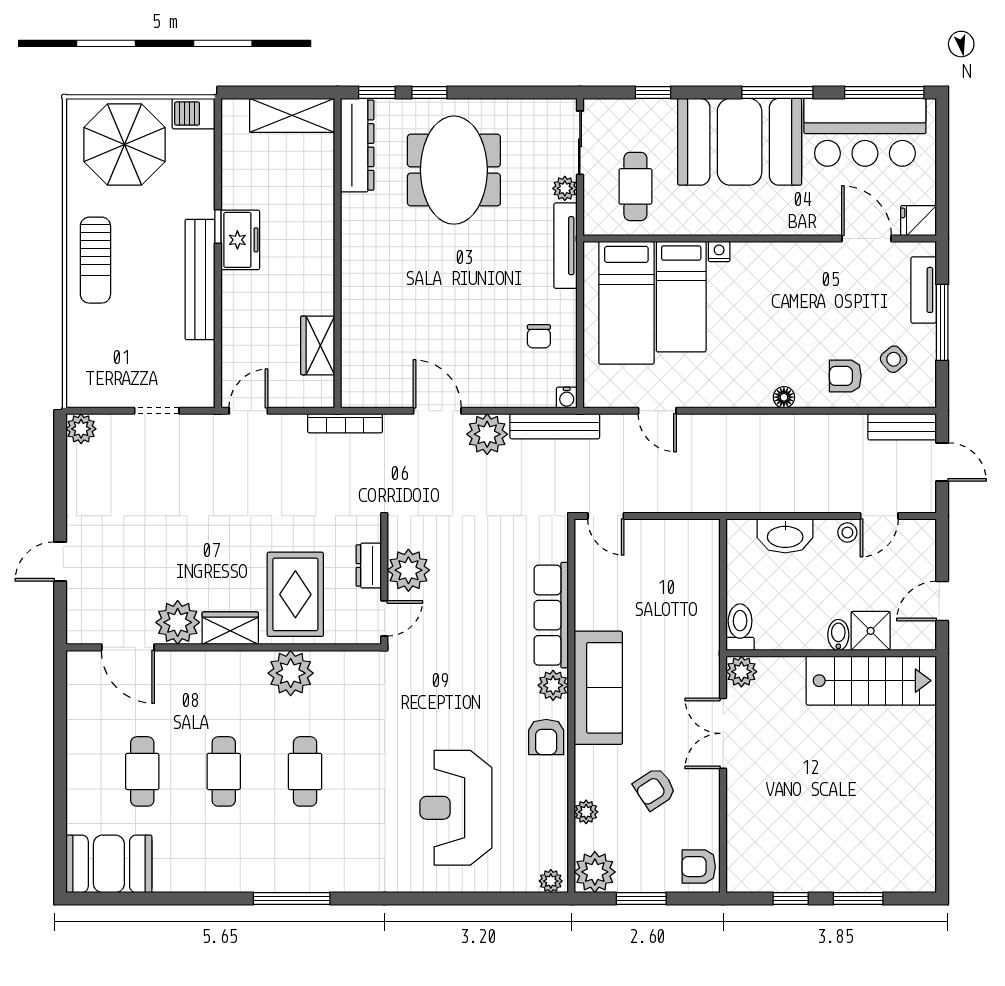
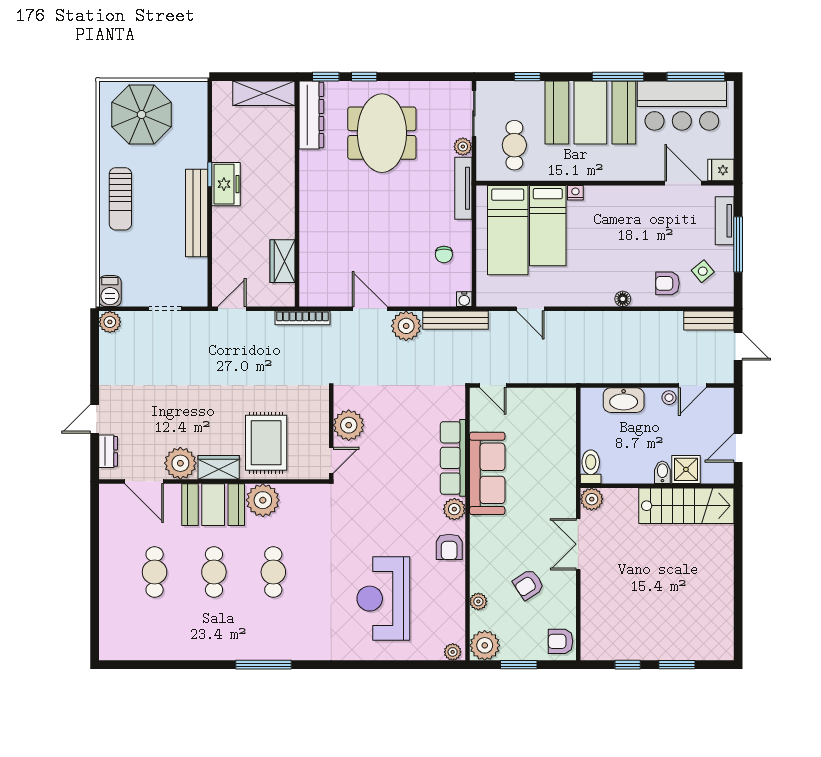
barbecue: (193, 114) -> (110, 291), moved, turned -90
dresser: (369, 565) -> (108, 451), moved, turned 180
sofa: (598, 688) -> (487, 473), moved
booth: (109, 864) -> (213, 505), moved

